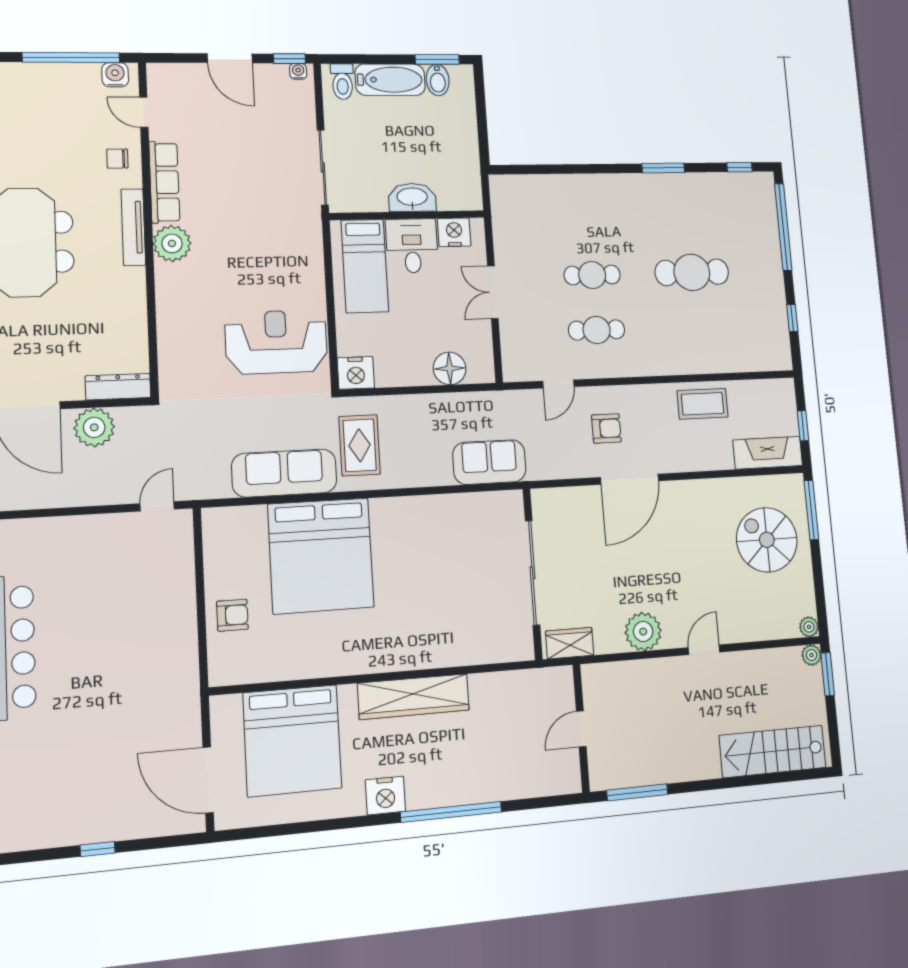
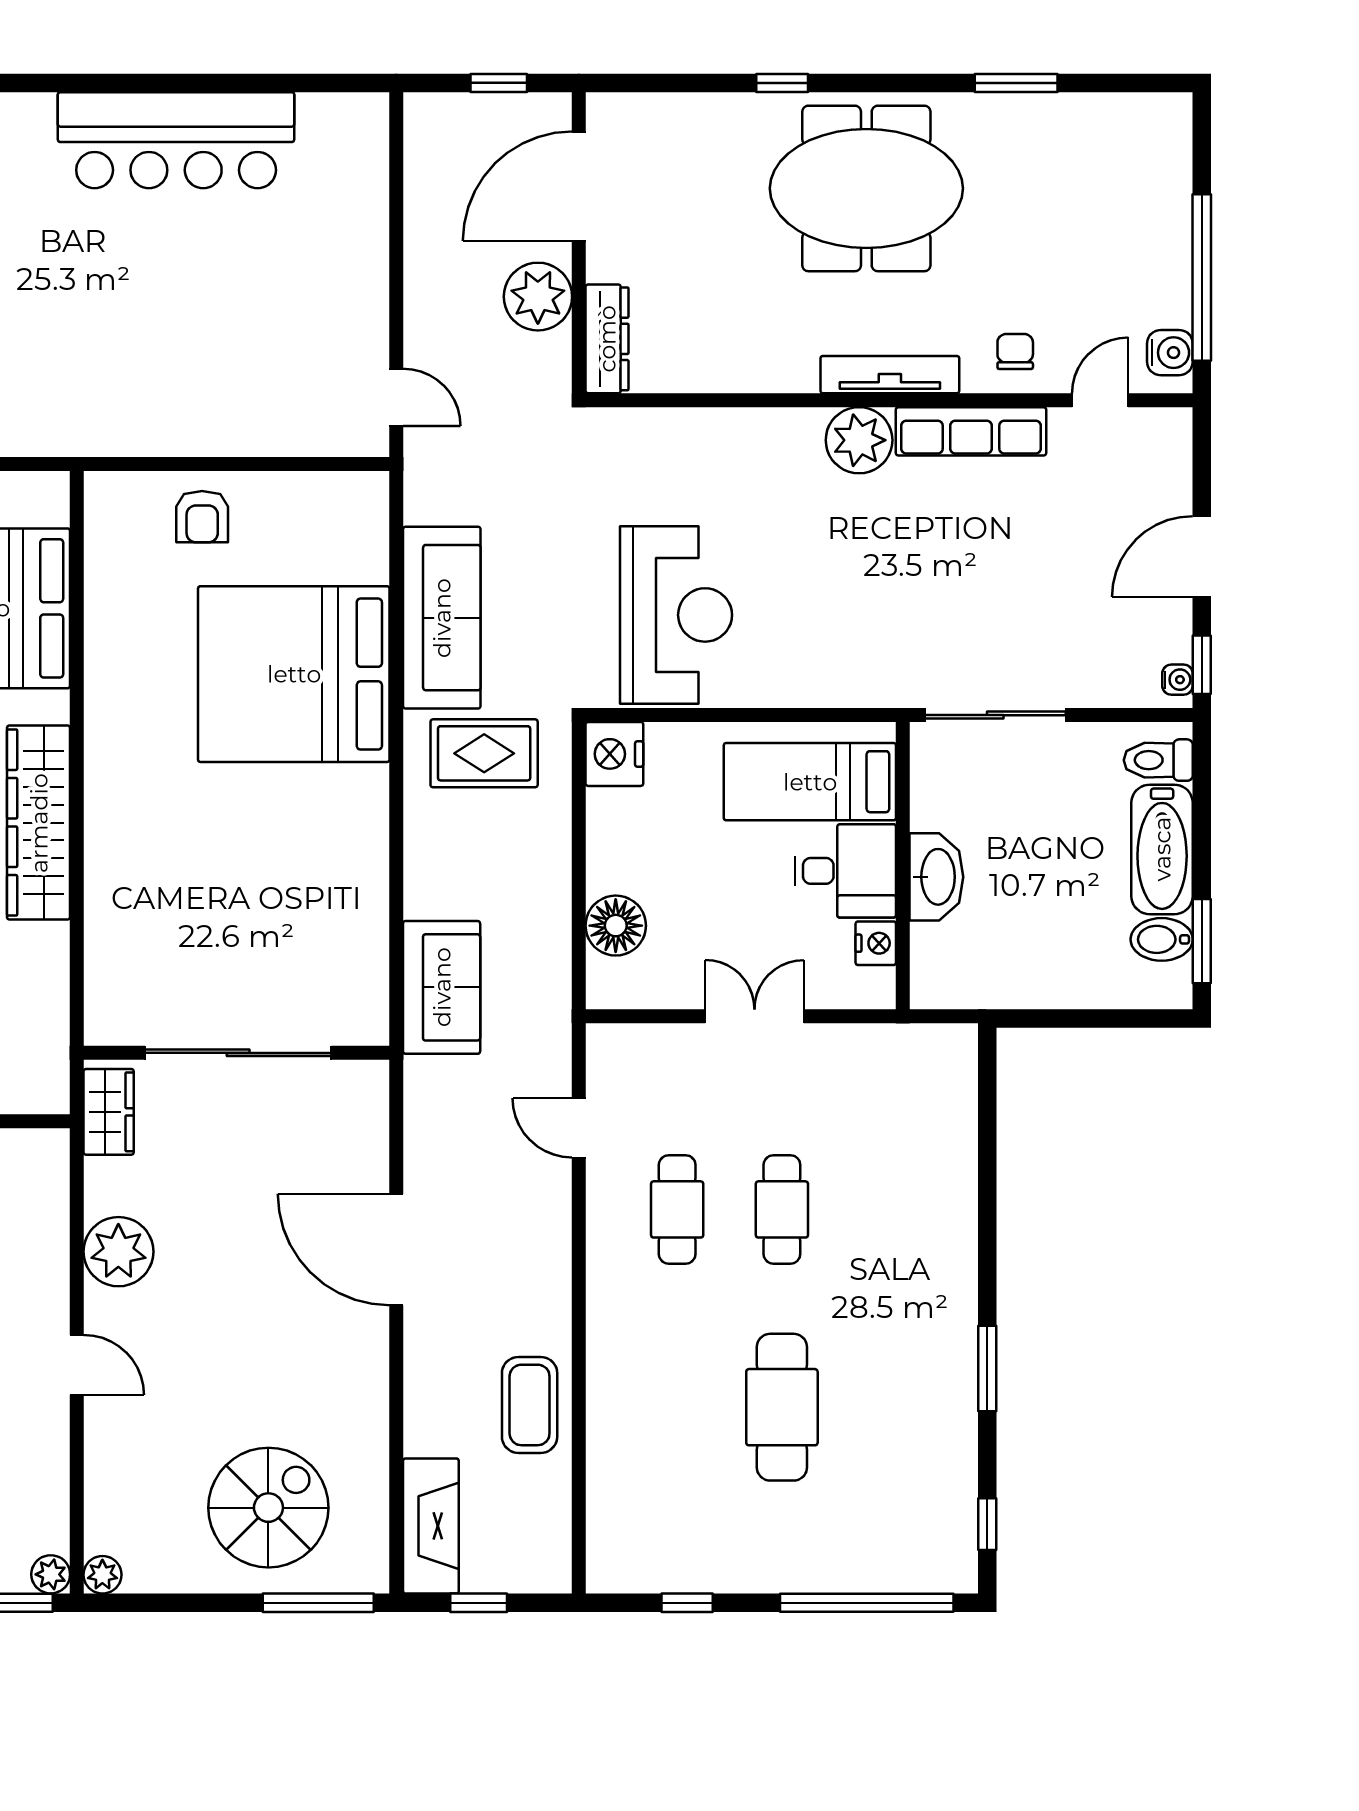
nightstand: (454, 232) -> (876, 943), width x0.74, depth x0.75
armchair: (606, 428) -> (492, 1213), removed

